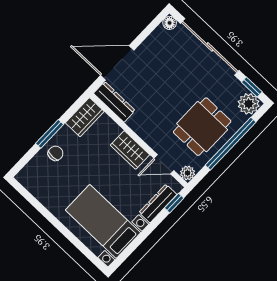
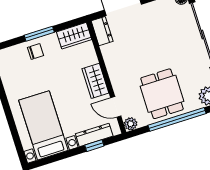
dresser: (114, 102) -> (102, 31), width x0.70
dining table: (202, 127) -> (162, 94), turned 90
window: (174, 203) -> (94, 146), moved

